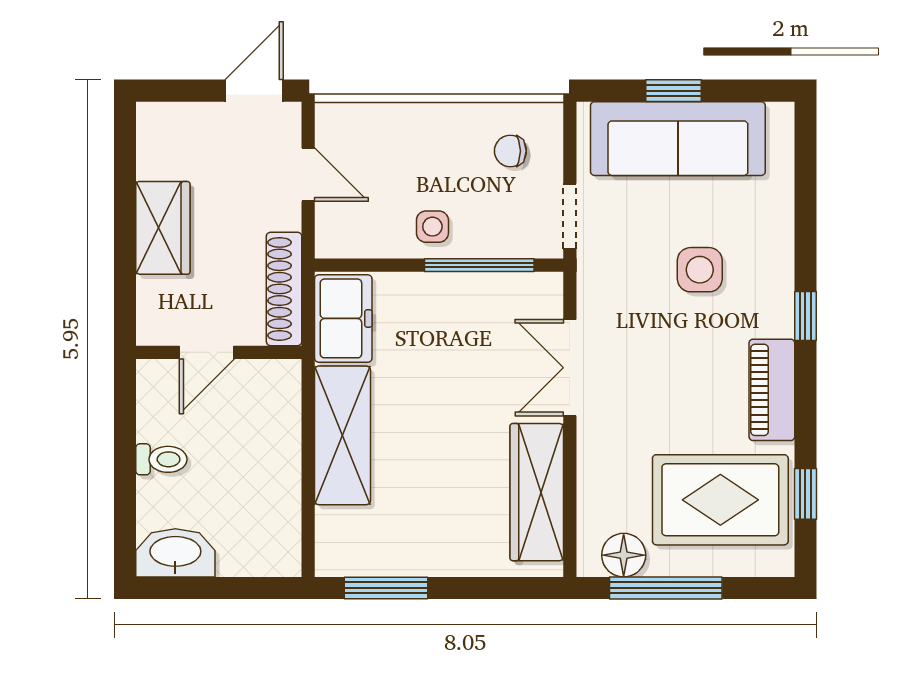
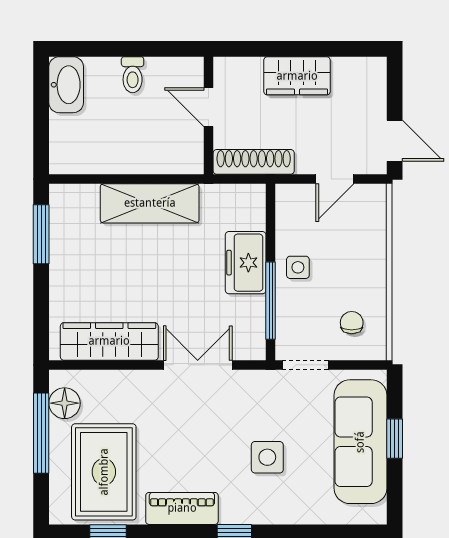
freezer: (343, 318) -> (246, 263), moved, turned 90

